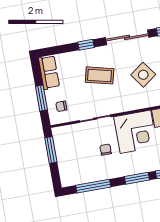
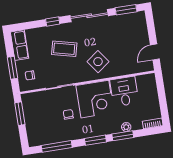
side table: (143, 75) -> (98, 62), moved

